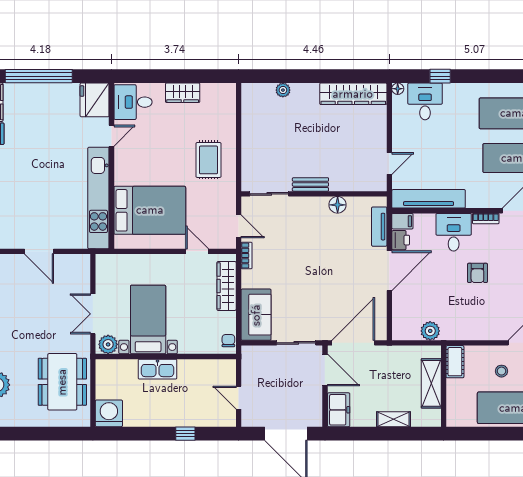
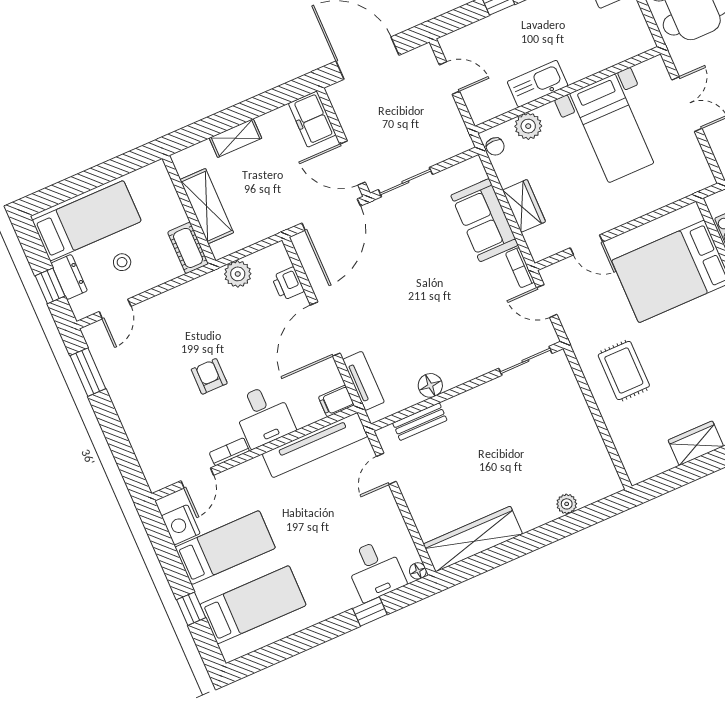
bench: (310, 184) -> (420, 422), moved
printer: (401, 240) -> (288, 284), moved
wardrobe: (227, 286) -> (524, 206), width x0.67
sofa: (256, 315) -> (485, 220), moved
plant: (108, 344) -> (528, 126), moved
kitchen sink: (158, 369) -> (538, 84), moved

